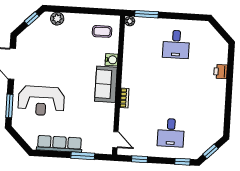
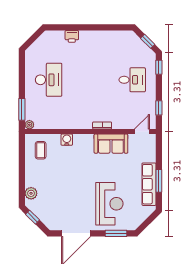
desk: (176, 44) -> (49, 80), width x1.37
sofa: (106, 84) -> (111, 144), moved
window: (83, 156) -> (159, 181), moved

